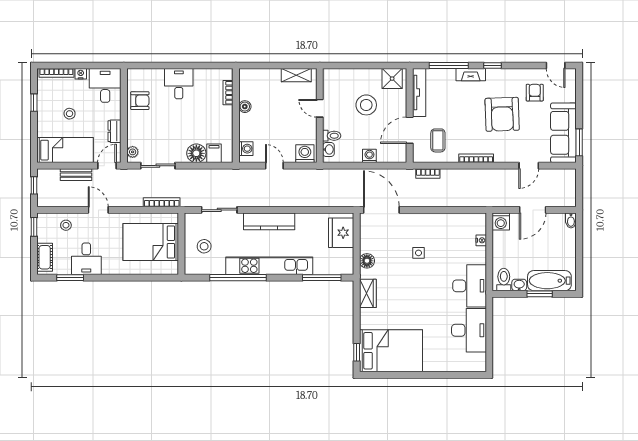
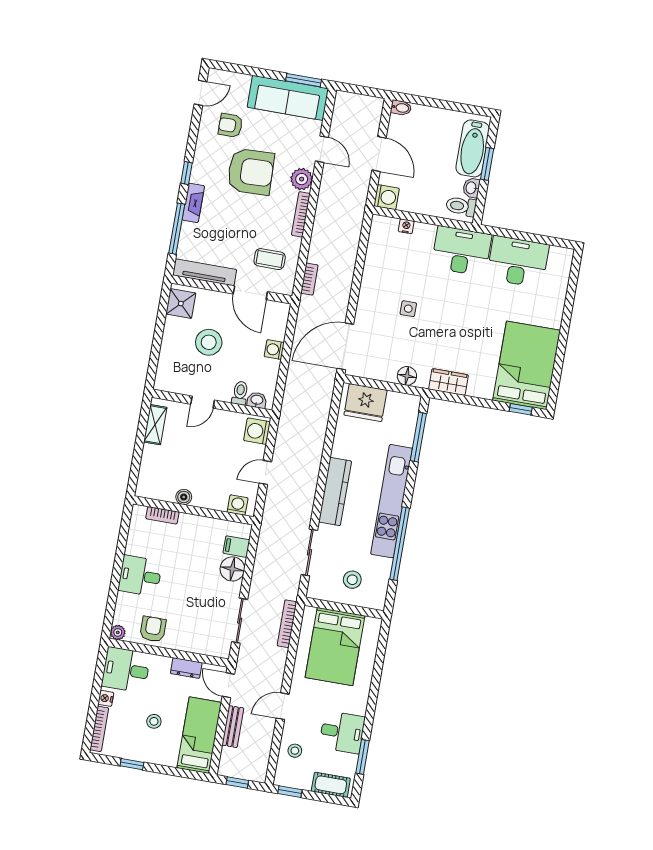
plant: (133, 152) -> (118, 632), moved
plant: (503, 154) -> (302, 179), added

